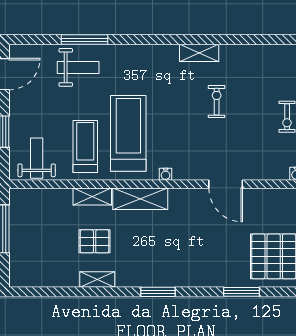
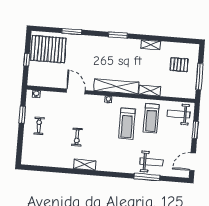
weight bench: (78, 67) -> (152, 162), turned 180
treadmill: (128, 133) -> (127, 124), width x0.73, depth x0.73
weight bench: (37, 158) -> (178, 114), turned 90
shelving: (140, 199) -> (116, 87), width x1.47
pallet: (95, 241) -> (179, 65), moved

